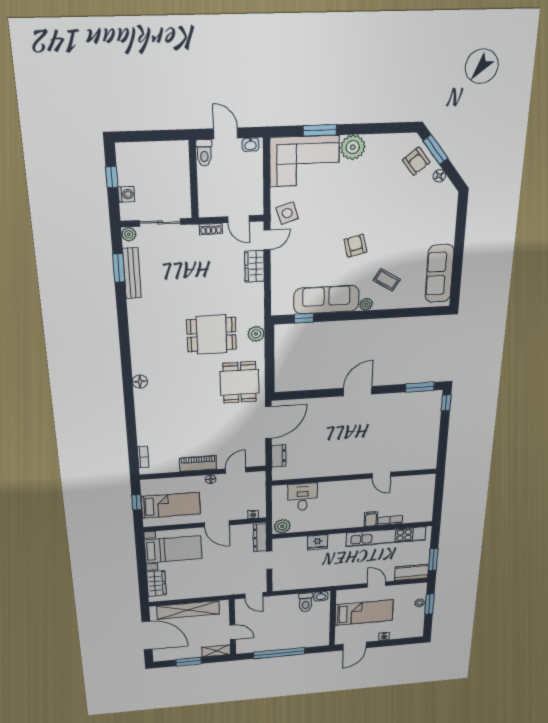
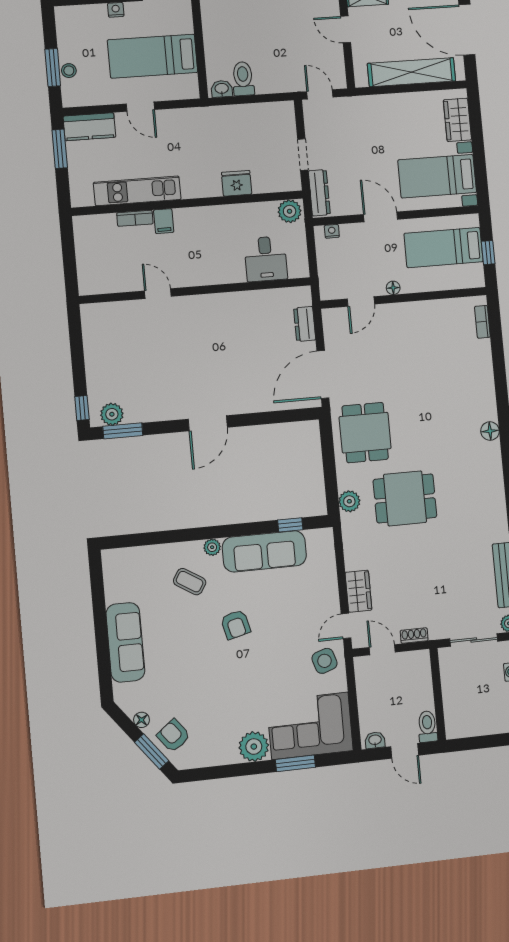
sofa: (440, 274) -> (125, 642), moved
plant: (426, 398) -> (112, 414), added
piano: (198, 463) -> (411, 312), removed
kitchen unit: (386, 537) -> (137, 191), width x0.73

